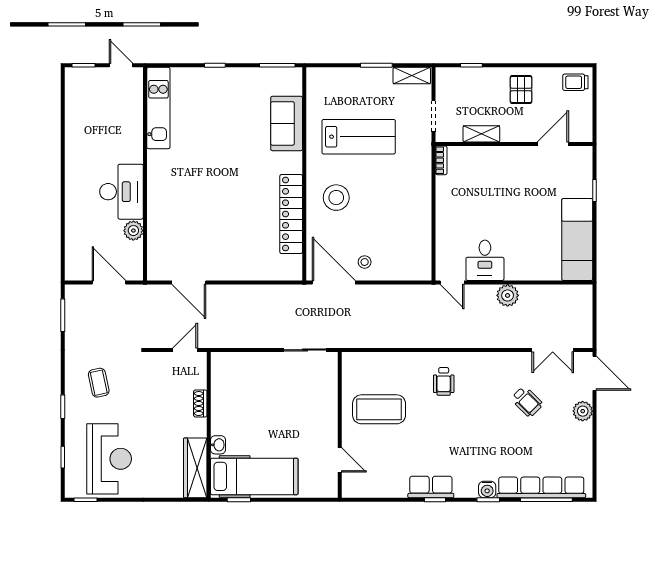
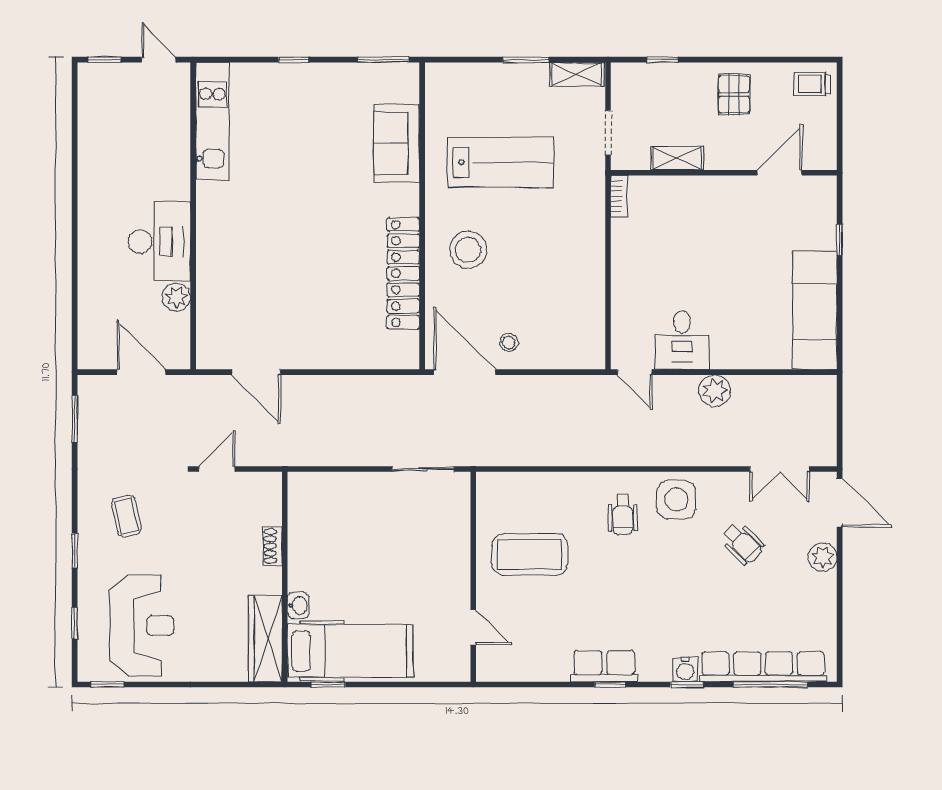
door: (185, 350) -> (217, 469), moved
side table: (481, 371) -> (676, 500), added

